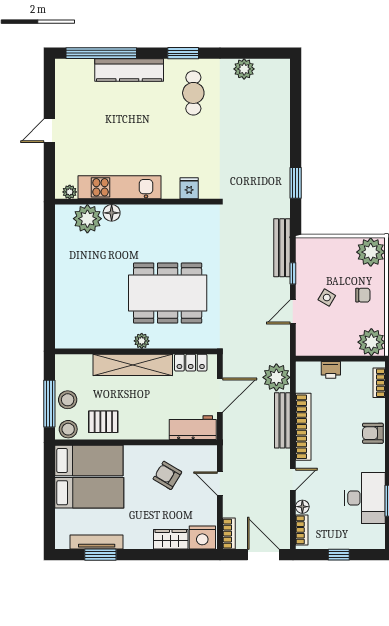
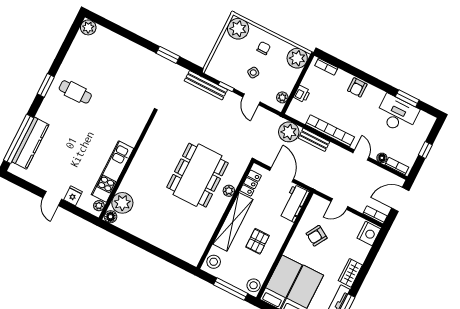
plant: (244, 69) -> (88, 27), moved
kitchen counter: (129, 70) -> (30, 143), moved
fridge: (189, 188) -> (73, 196), moved, turned 90
floor lamp: (112, 213) -> (111, 217), moved
plant: (142, 341) -> (229, 191), moved
plant: (314, 348) -> (282, 97), added
stool: (68, 400) -> (214, 262), moved
bench: (282, 420) -> (314, 140), width x0.73
pallet: (103, 422) -> (257, 241), moved
wardrobe: (171, 539) -> (350, 273), moved

